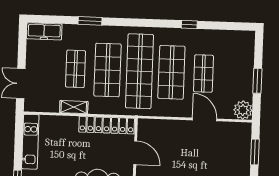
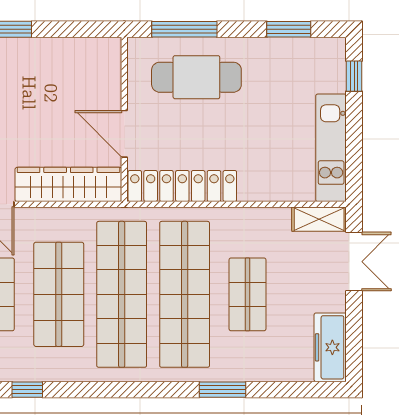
freezer: (44, 31) -> (330, 347), moved, turned -90
shop shelf: (107, 70) -> (185, 294), width x1.40
shelving: (74, 107) -> (319, 219), moved
wardrobe: (164, 128) -> (68, 184), added

